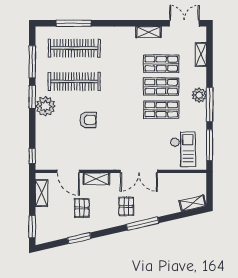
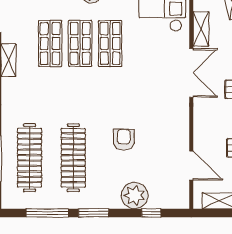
plant: (45, 106) -> (135, 196), moved
window: (32, 156) -> (151, 213), moved
door: (68, 171) -> (191, 166), hinge flipped
shelving: (96, 179) -> (201, 29), moved

